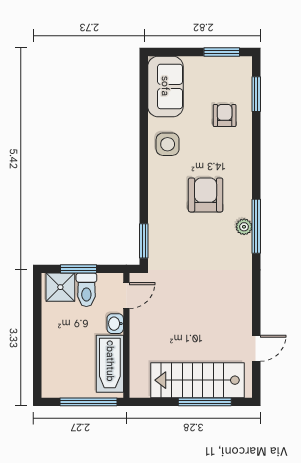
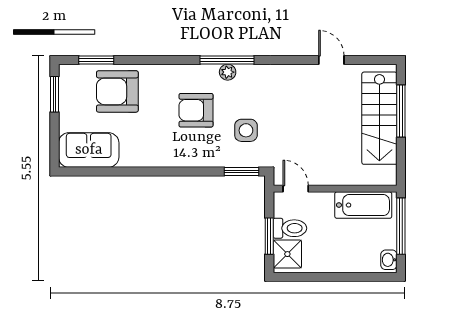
armchair: (225, 115) -> (117, 91), width x1.88, depth x1.88
side table: (168, 144) -> (246, 130), moved
washbasin: (115, 324) -> (389, 260), moved, turned 90
door: (256, 348) -> (331, 60), moved

